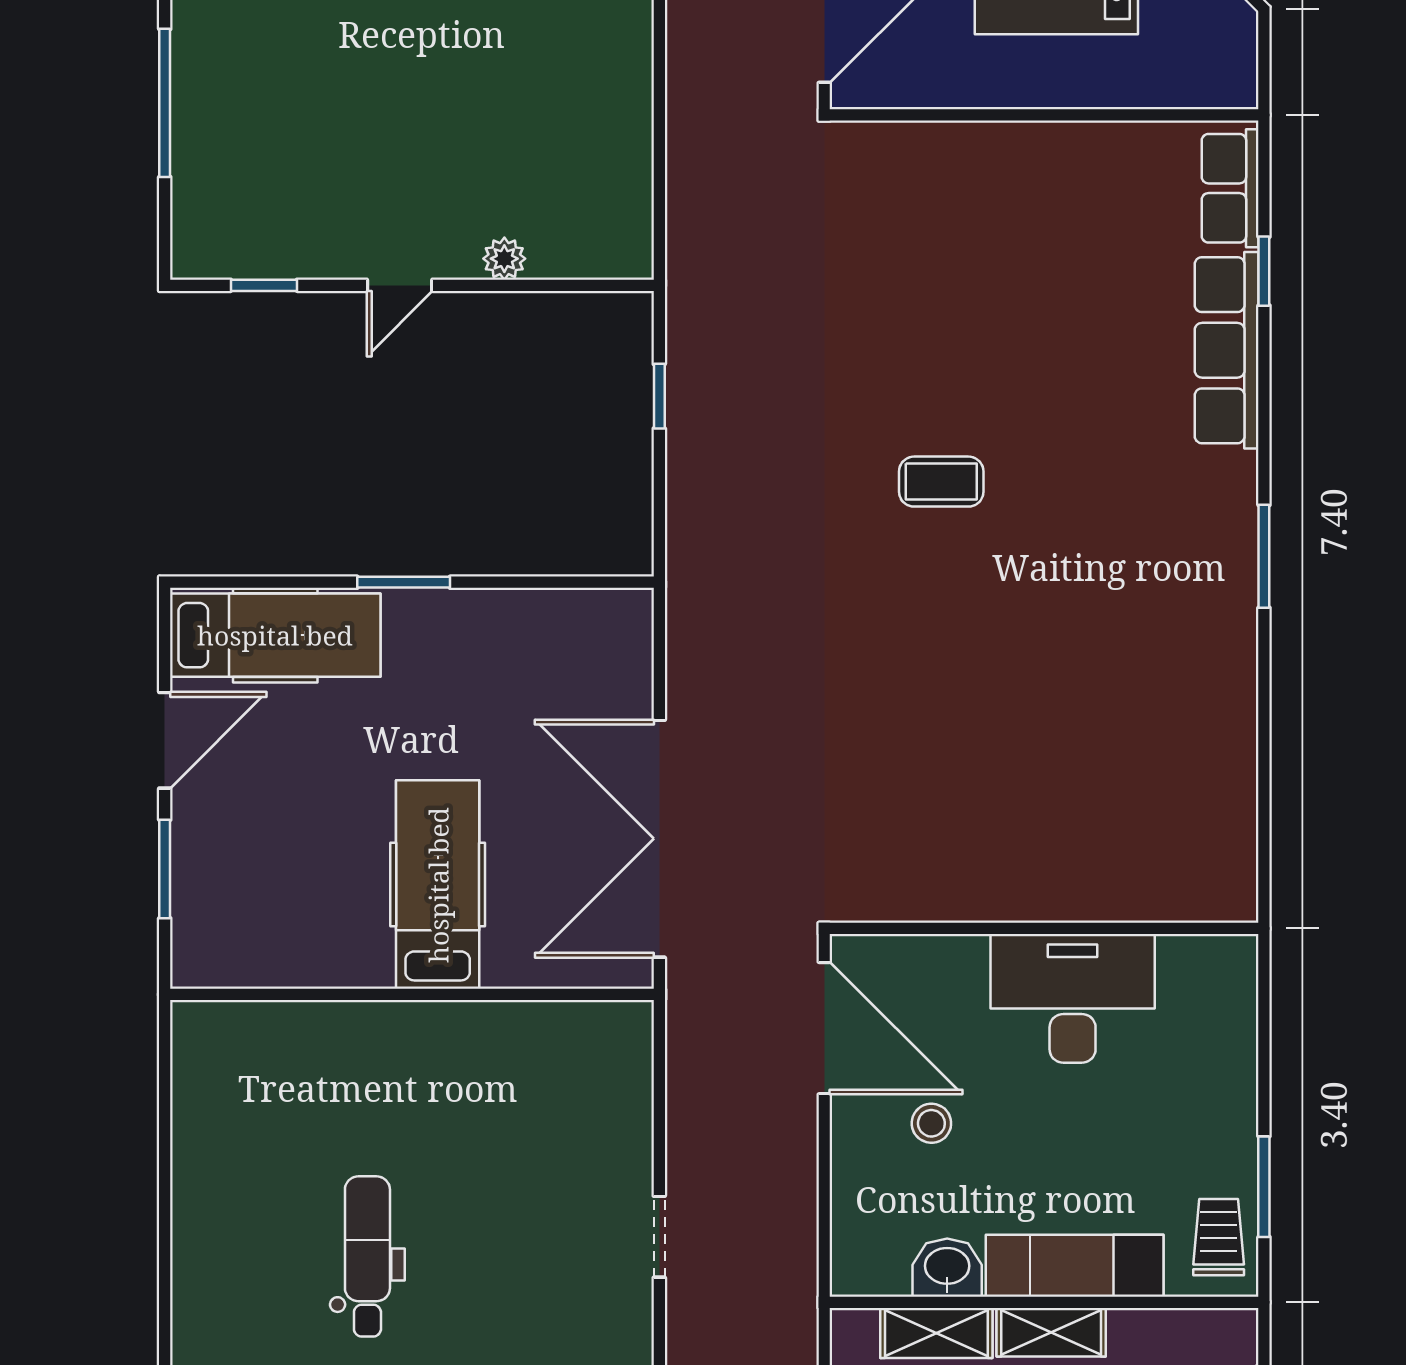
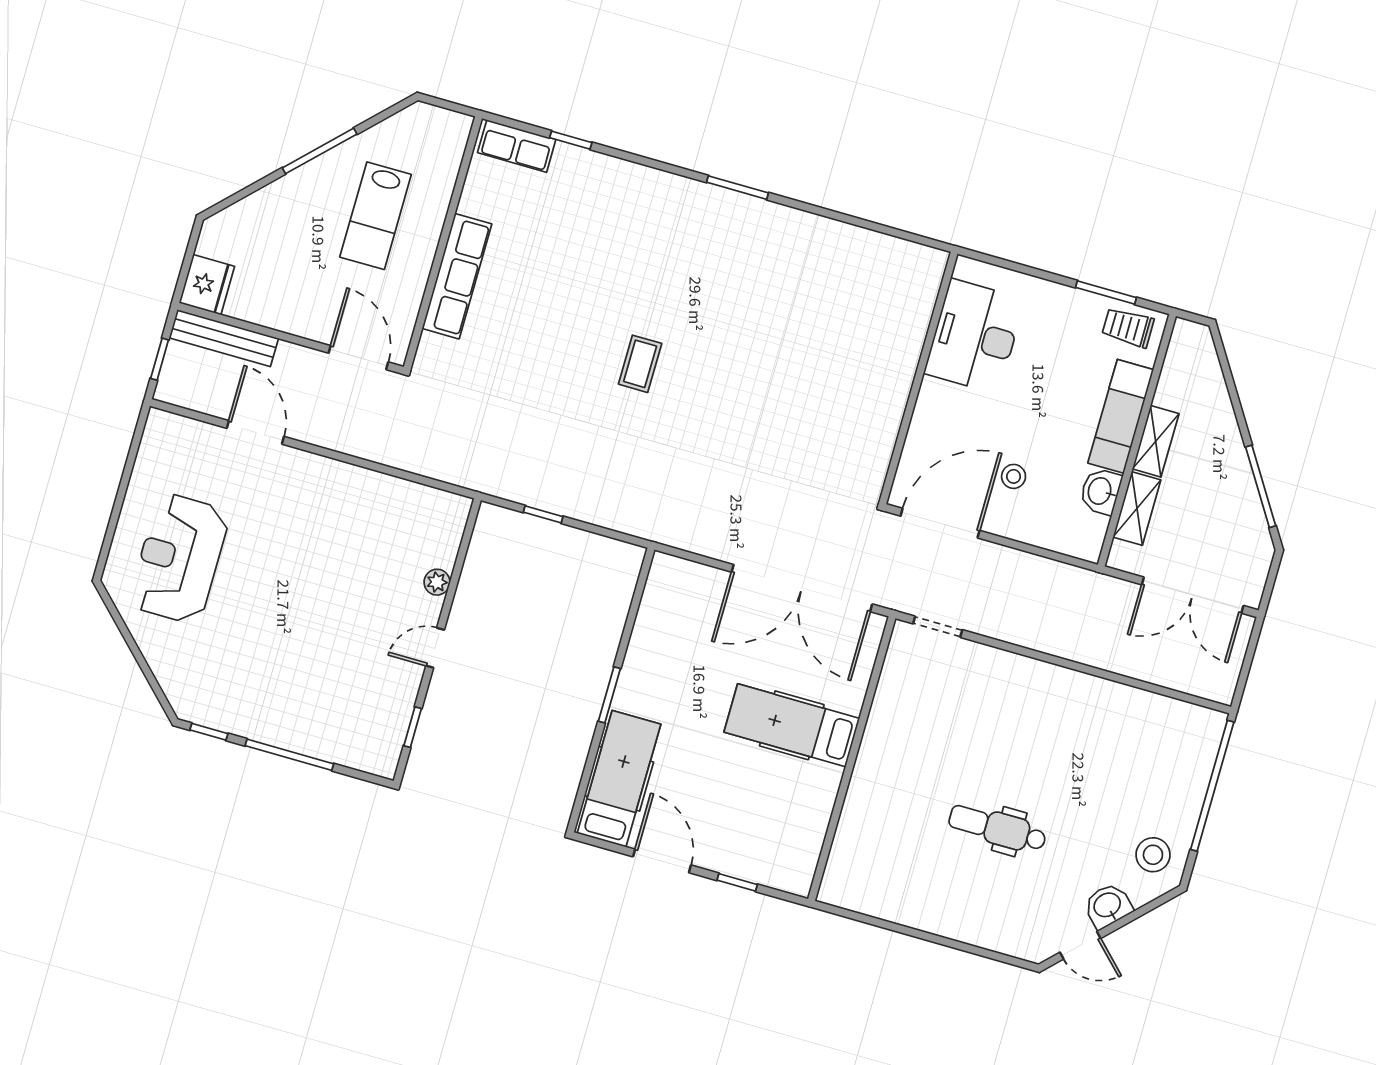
door: (400, 285) -> (435, 648), swing flipped
row of seats: (1227, 350) -> (457, 276), moved, turned -90
window: (165, 869) -> (737, 882), width x0.67
desk: (1073, 998) -> (975, 336), moved
doorway: (659, 1237) -> (938, 627), moved

